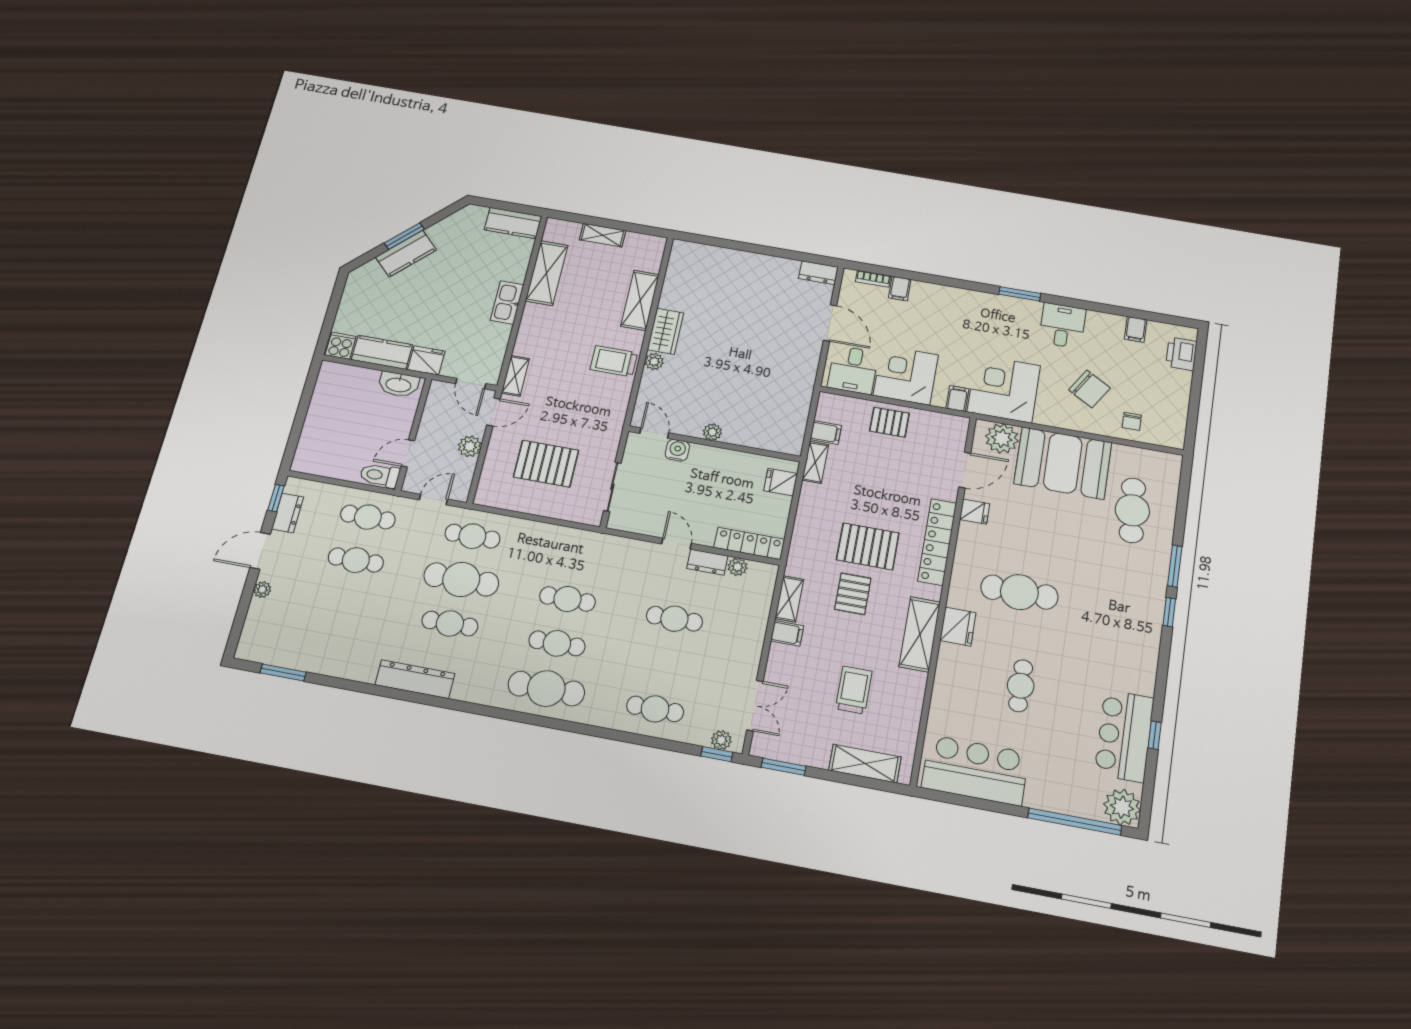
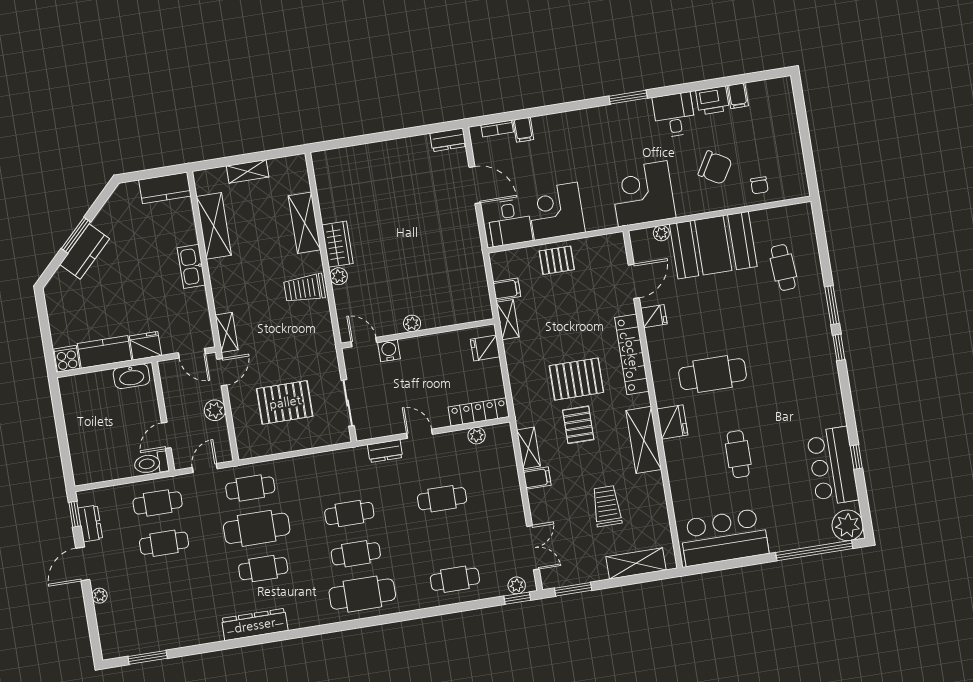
printer: (1181, 354) -> (712, 100), moved, turned -90
filing cabinet: (957, 399) -> (607, 217), removed
plant: (1002, 438) -> (661, 233), width x0.53, depth x0.53
cafe table: (1132, 510) -> (783, 268), width x0.73, depth x0.74
dresser: (707, 562) -> (385, 451), moved

